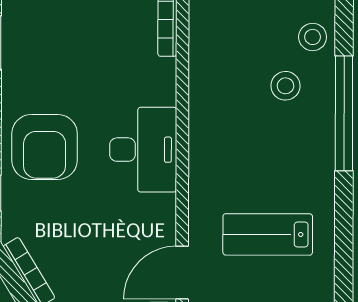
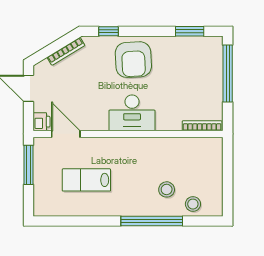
armchair: (45, 147) -> (133, 60), turned -93
lab bench: (268, 234) -> (86, 180), turned -90

